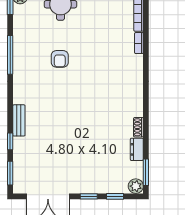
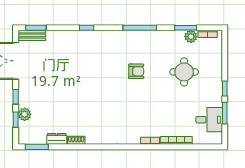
armchair: (60, 59) -> (136, 71), turned 180
bench: (19, 120) -> (32, 35), moved
window: (10, 141) -> (87, 28), moved
plant: (136, 186) -> (25, 114), moved

